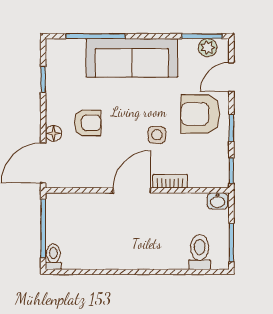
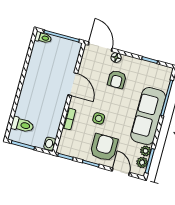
plant: (188, 47) -> (146, 151), added
door: (132, 190) -> (73, 84), moved

